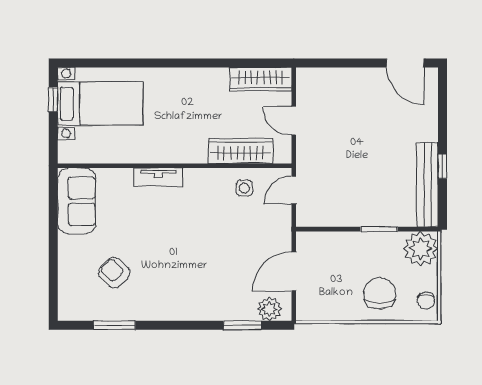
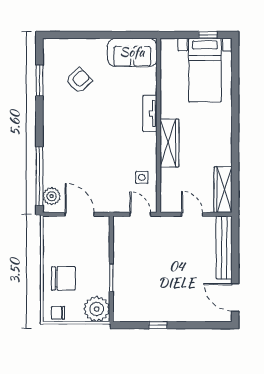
door: (405, 63) -> (235, 297), hinge flipped
door: (294, 121) -> (192, 214), hinge flipped
wardrobe: (241, 151) -> (169, 143), moved
bench: (428, 185) -> (224, 247), moved, turned 90
window: (242, 325) -> (39, 176), width x2.11

